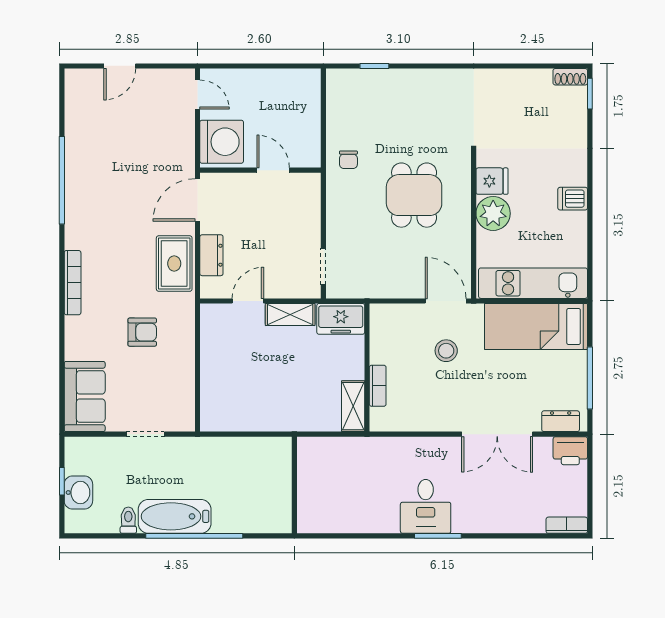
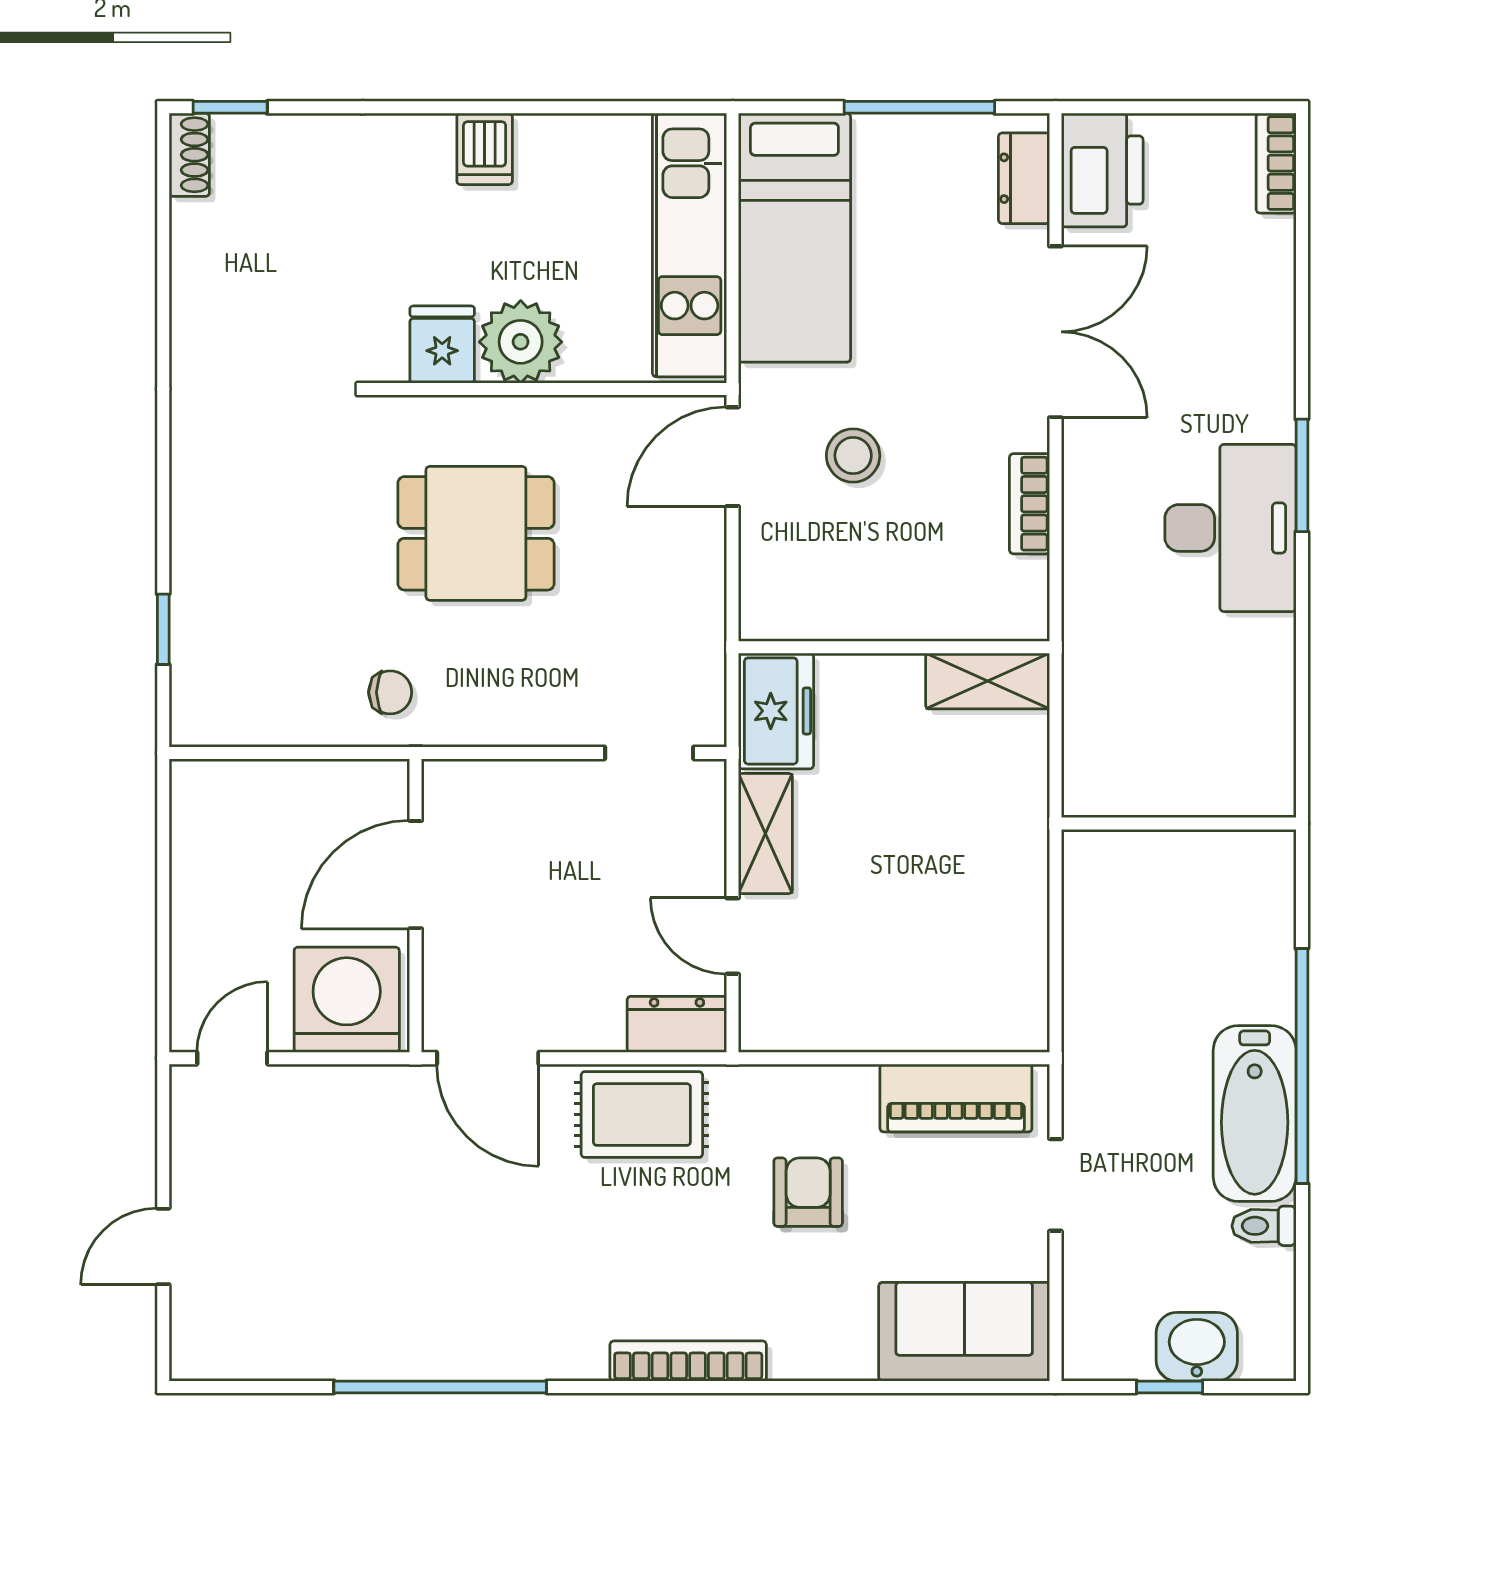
door: (120, 66) -> (163, 1246), swing flipped
door: (273, 170) -> (416, 875), width x1.38
dresser: (211, 255) -> (677, 1024), moved
bookcase: (378, 386) -> (1030, 504), moved, turned -90
piano: (181, 393) -> (956, 1098), added
printer: (570, 451) -> (1102, 170), width x1.37, depth x1.19
desk: (426, 506) -> (1230, 528), width x1.37

